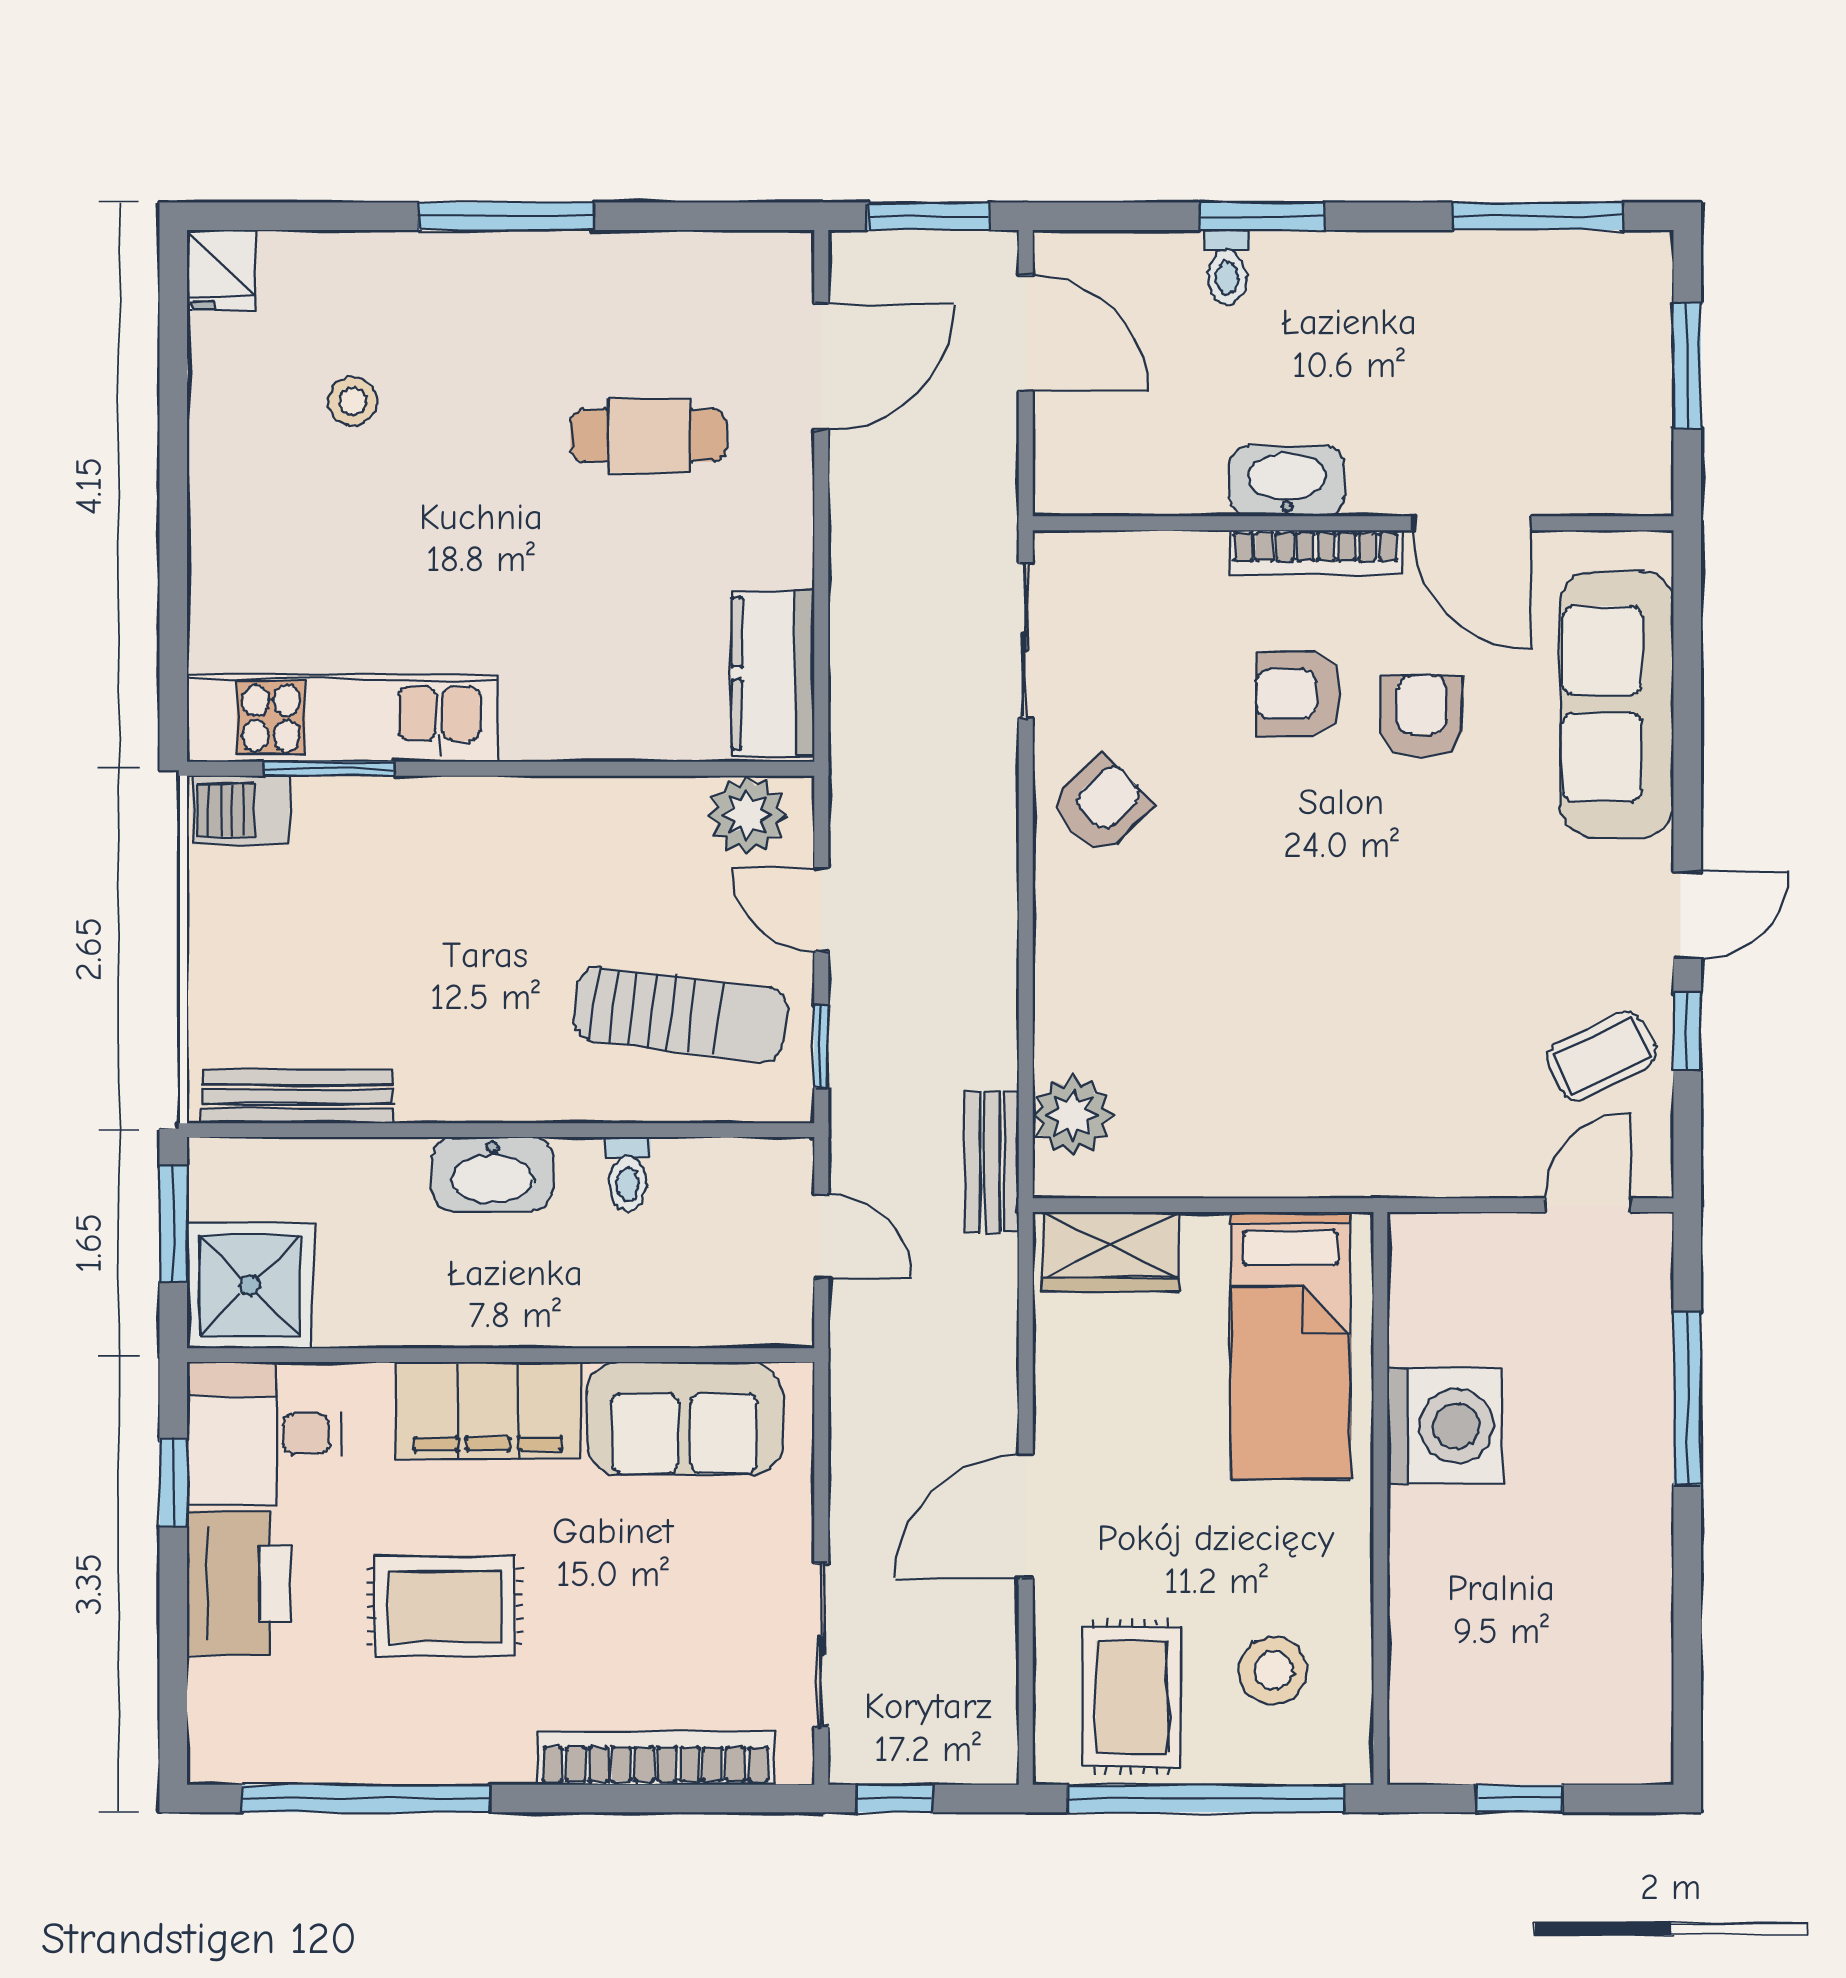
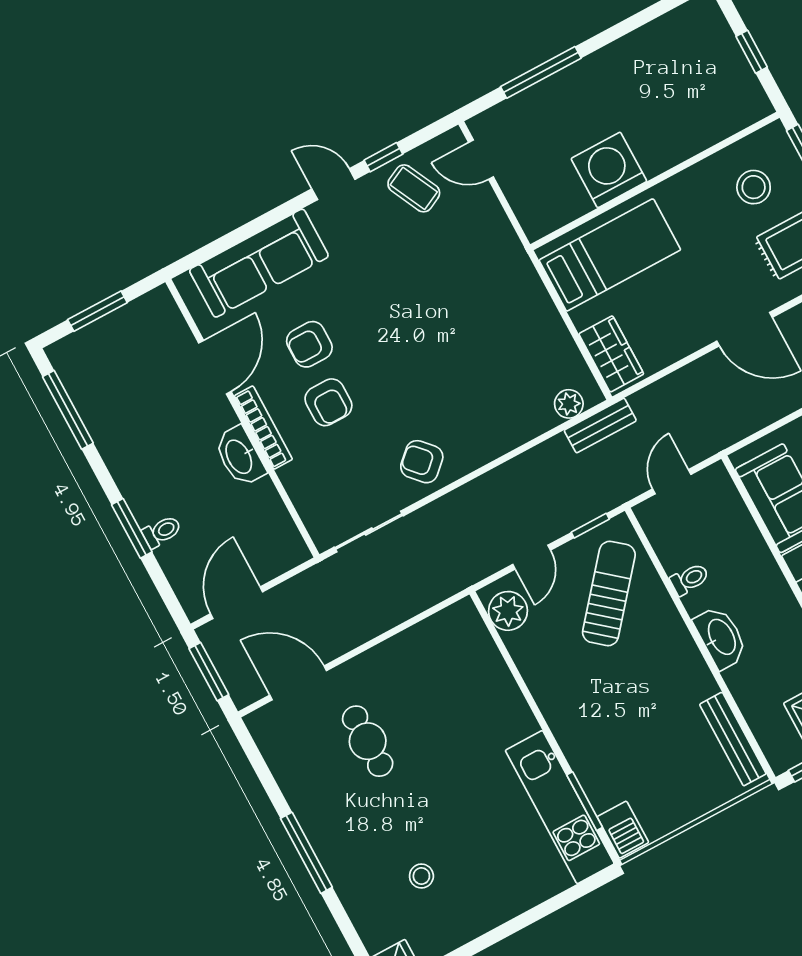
kitchen counter: (773, 673) -> (441, 633), removed
sun lounger: (681, 1014) -> (609, 593), turned 33
plant: (1073, 1115) -> (569, 404), width x0.73, depth x0.73

